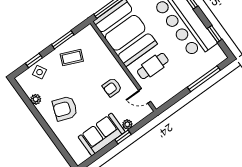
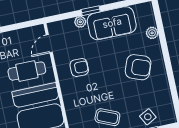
door: (145, 96) -> (49, 44), swing flipped
plant: (36, 99) -> (152, 33), moved

